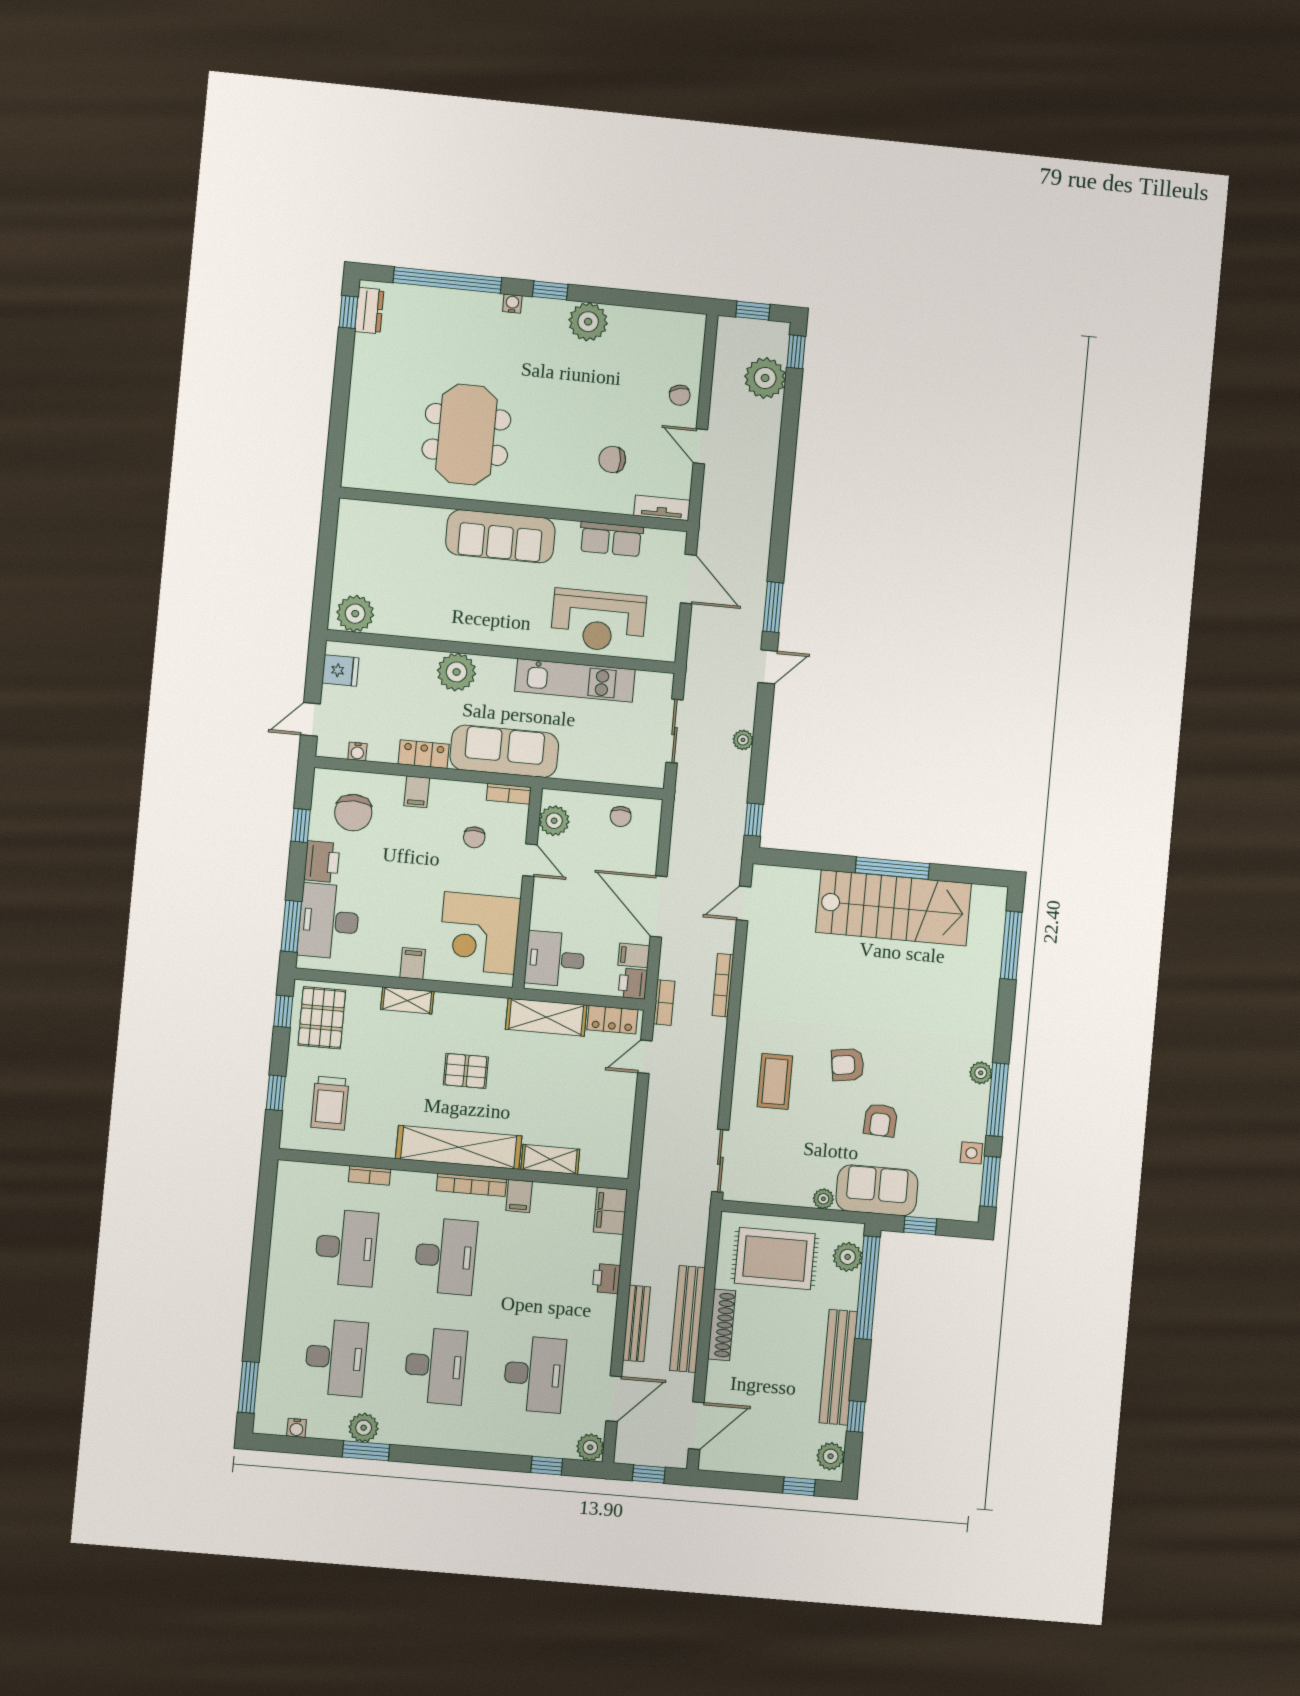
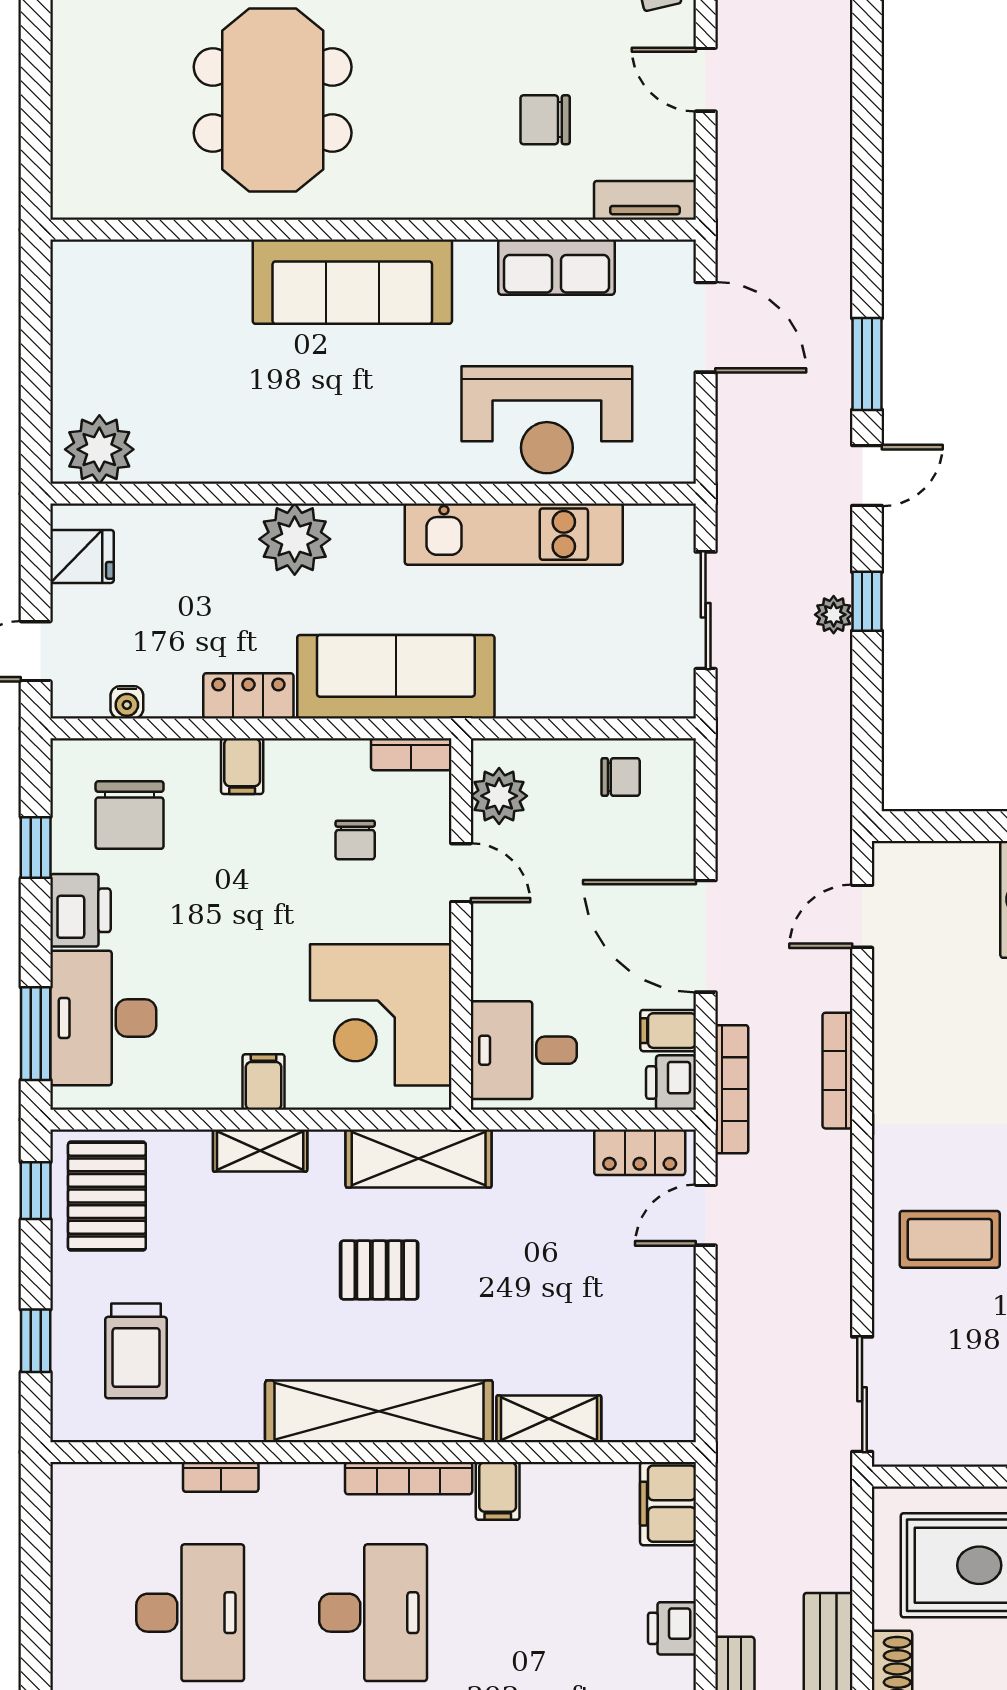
chair: (621, 816) -> (621, 777), turned -90
window: (754, 820) -> (867, 601), moved
bookcase: (664, 1003) -> (732, 1089), width x1.56
shelving: (546, 1017) -> (419, 1159), moved
coffee table: (775, 1081) -> (950, 1239), turned 90

